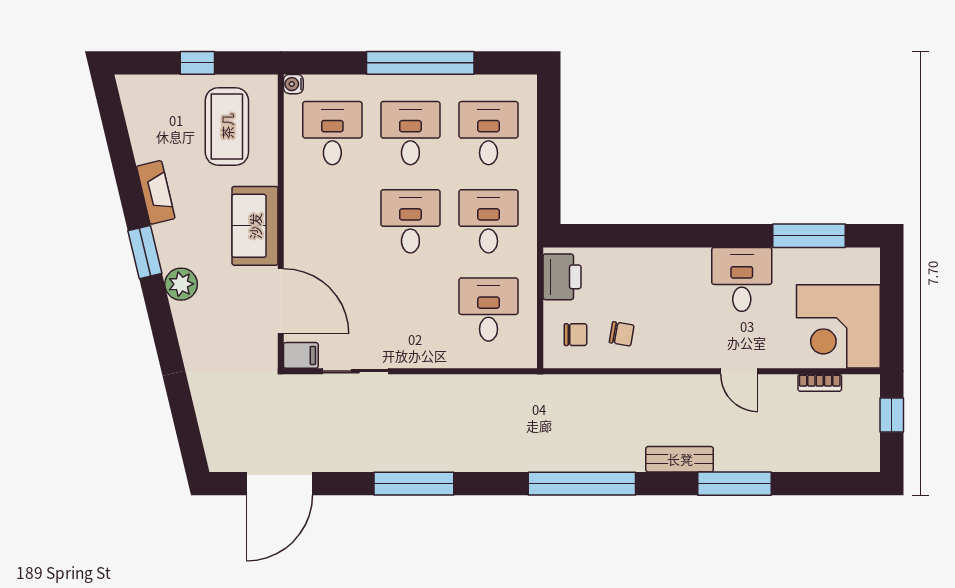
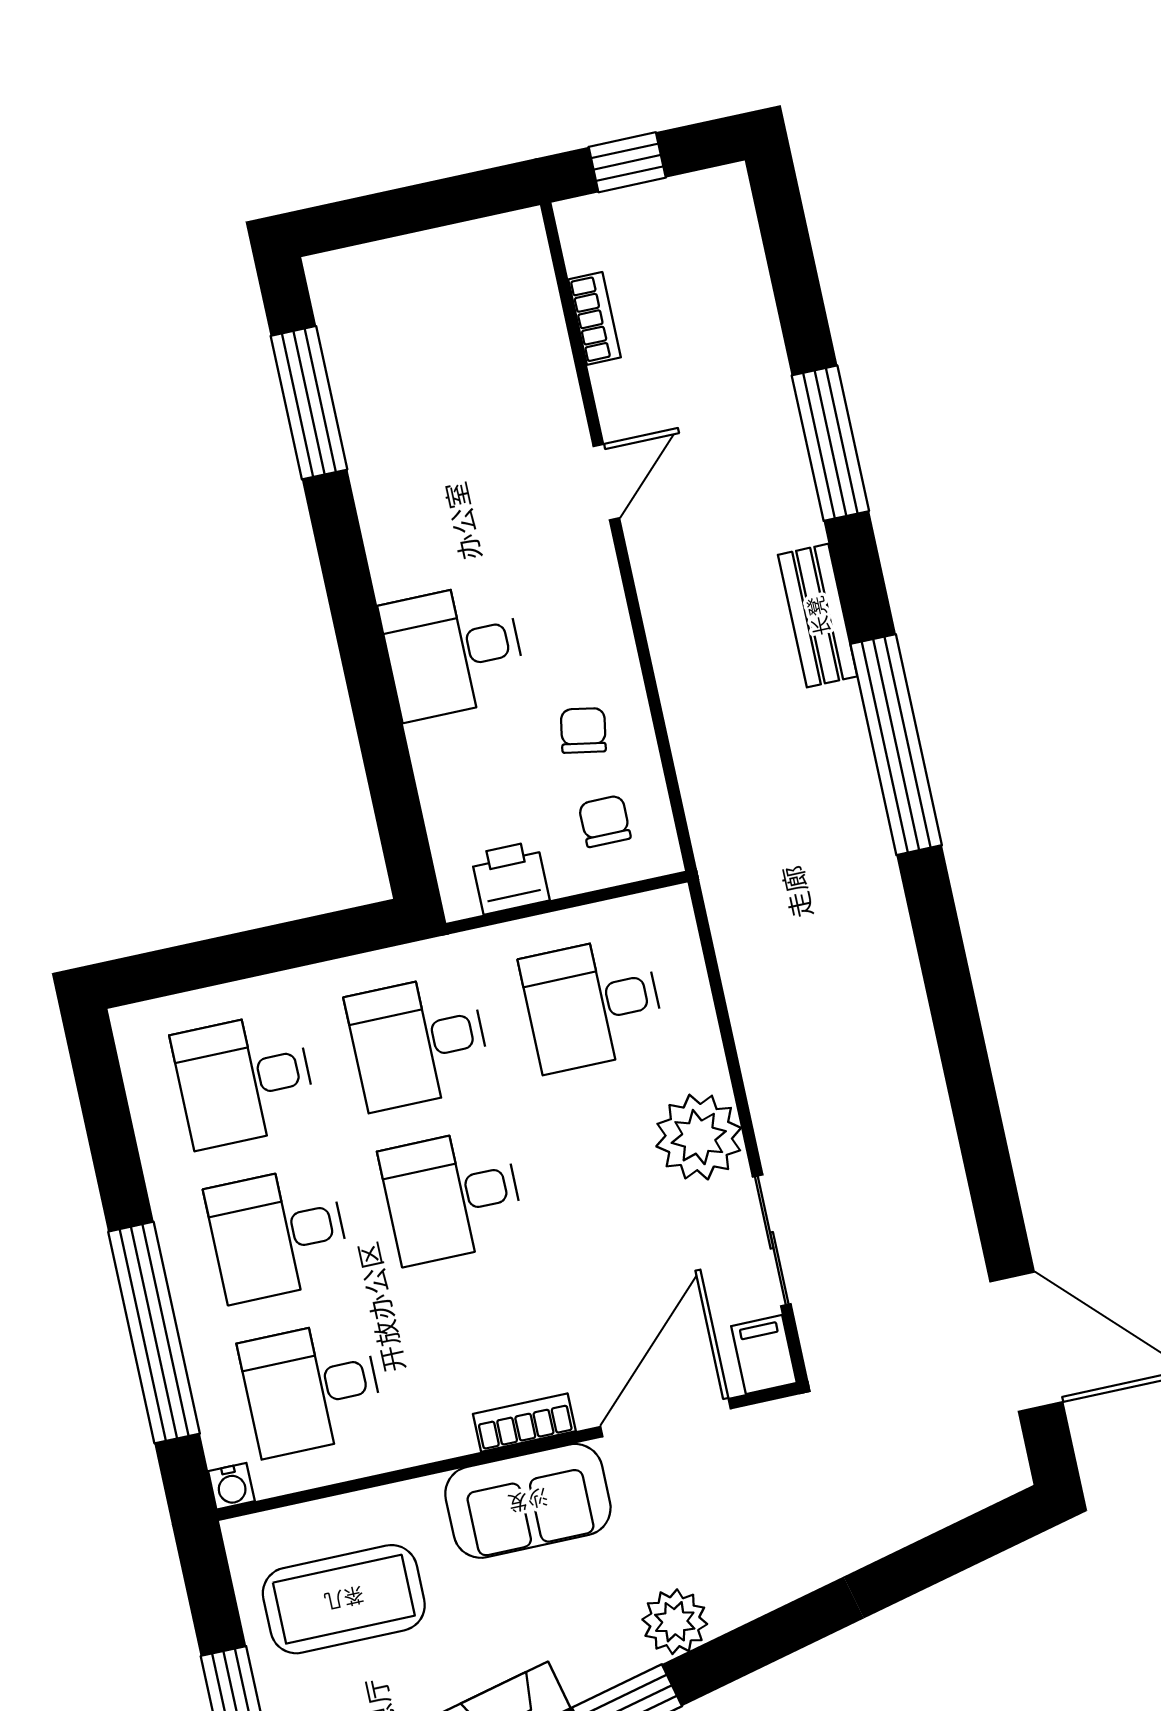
window: (420, 63) -> (154, 1333), moved
bookcase: (293, 232) -> (524, 1423), added
printer: (562, 277) -> (510, 877), width x0.73, depth x0.81
desk: (742, 279) -> (453, 651), moved
corner desk: (838, 326) -> (475, 306), removed
plant: (413, 347) -> (699, 1137), added
bench: (680, 459) -> (818, 616), moved
window: (414, 484) -> (968, 1076), removed

